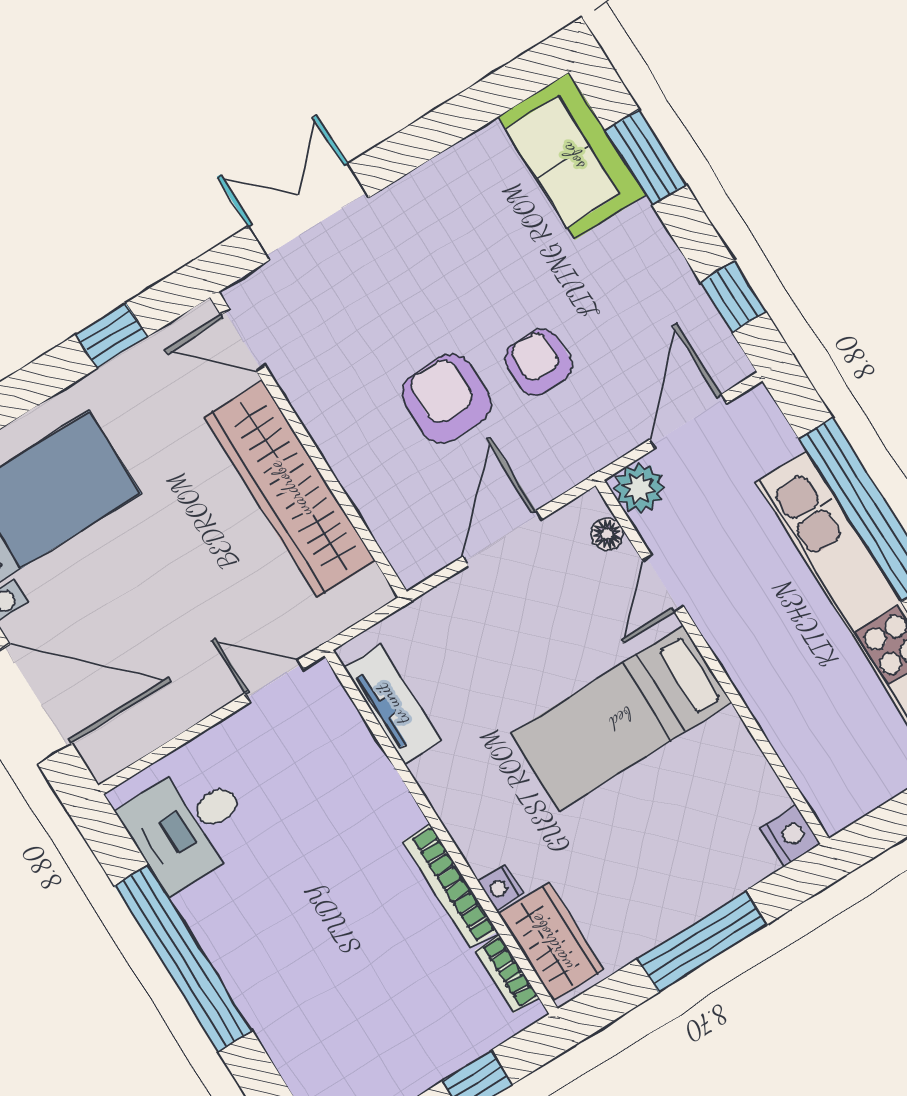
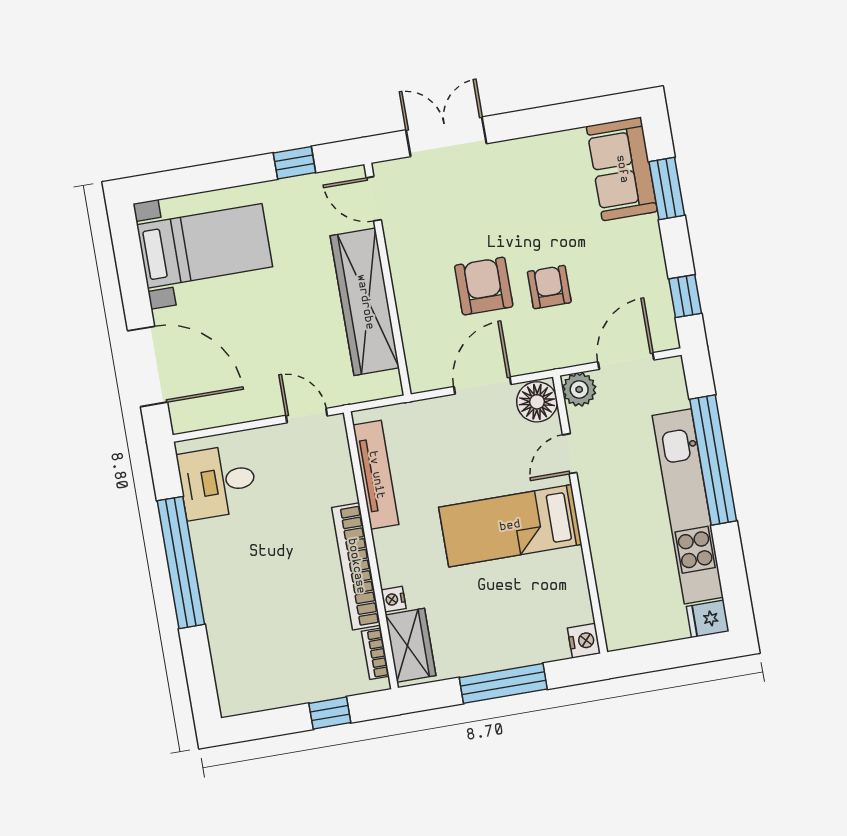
floor lamp: (607, 534) -> (537, 402), width x1.89, depth x1.89
tv unit: (392, 704) -> (376, 475), width x1.41
bookcase: (450, 886) -> (356, 566), width x1.48, depth x1.31

